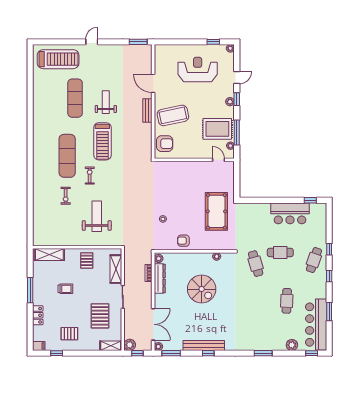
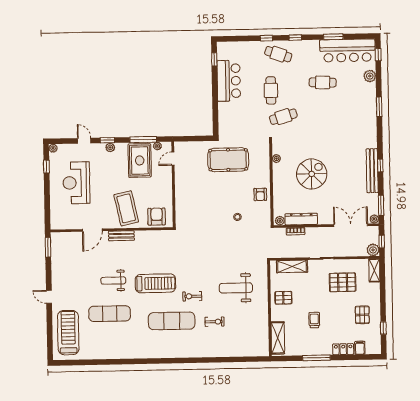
filing cabinet: (39, 346) -> (360, 348), moved

